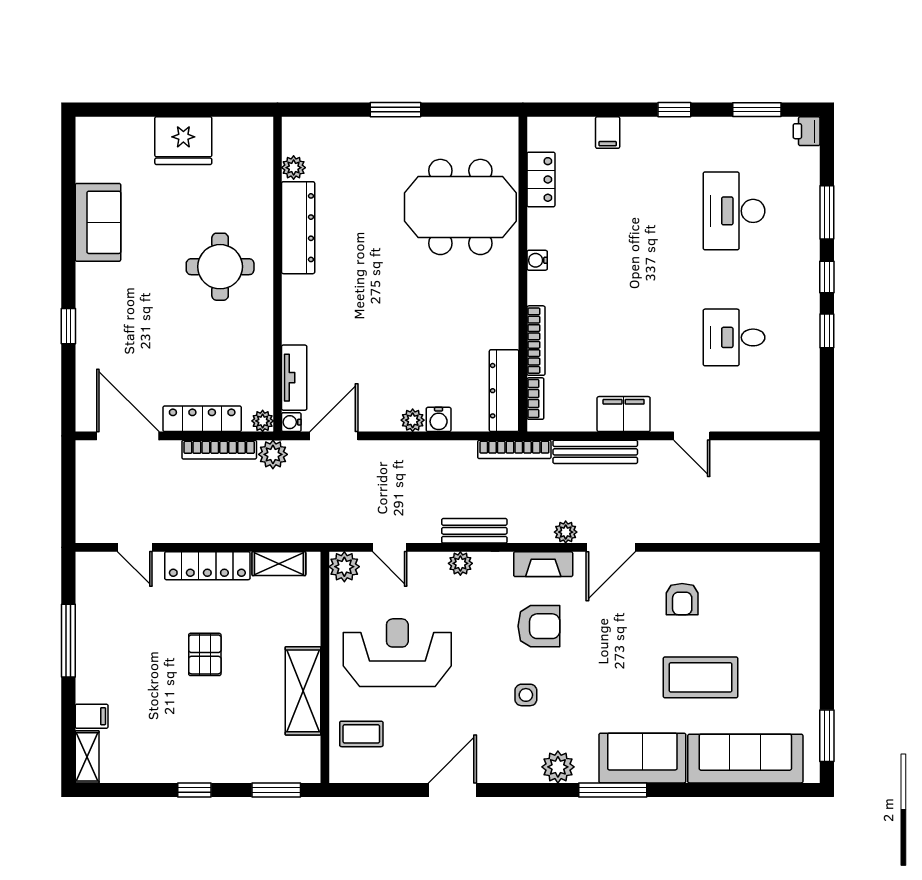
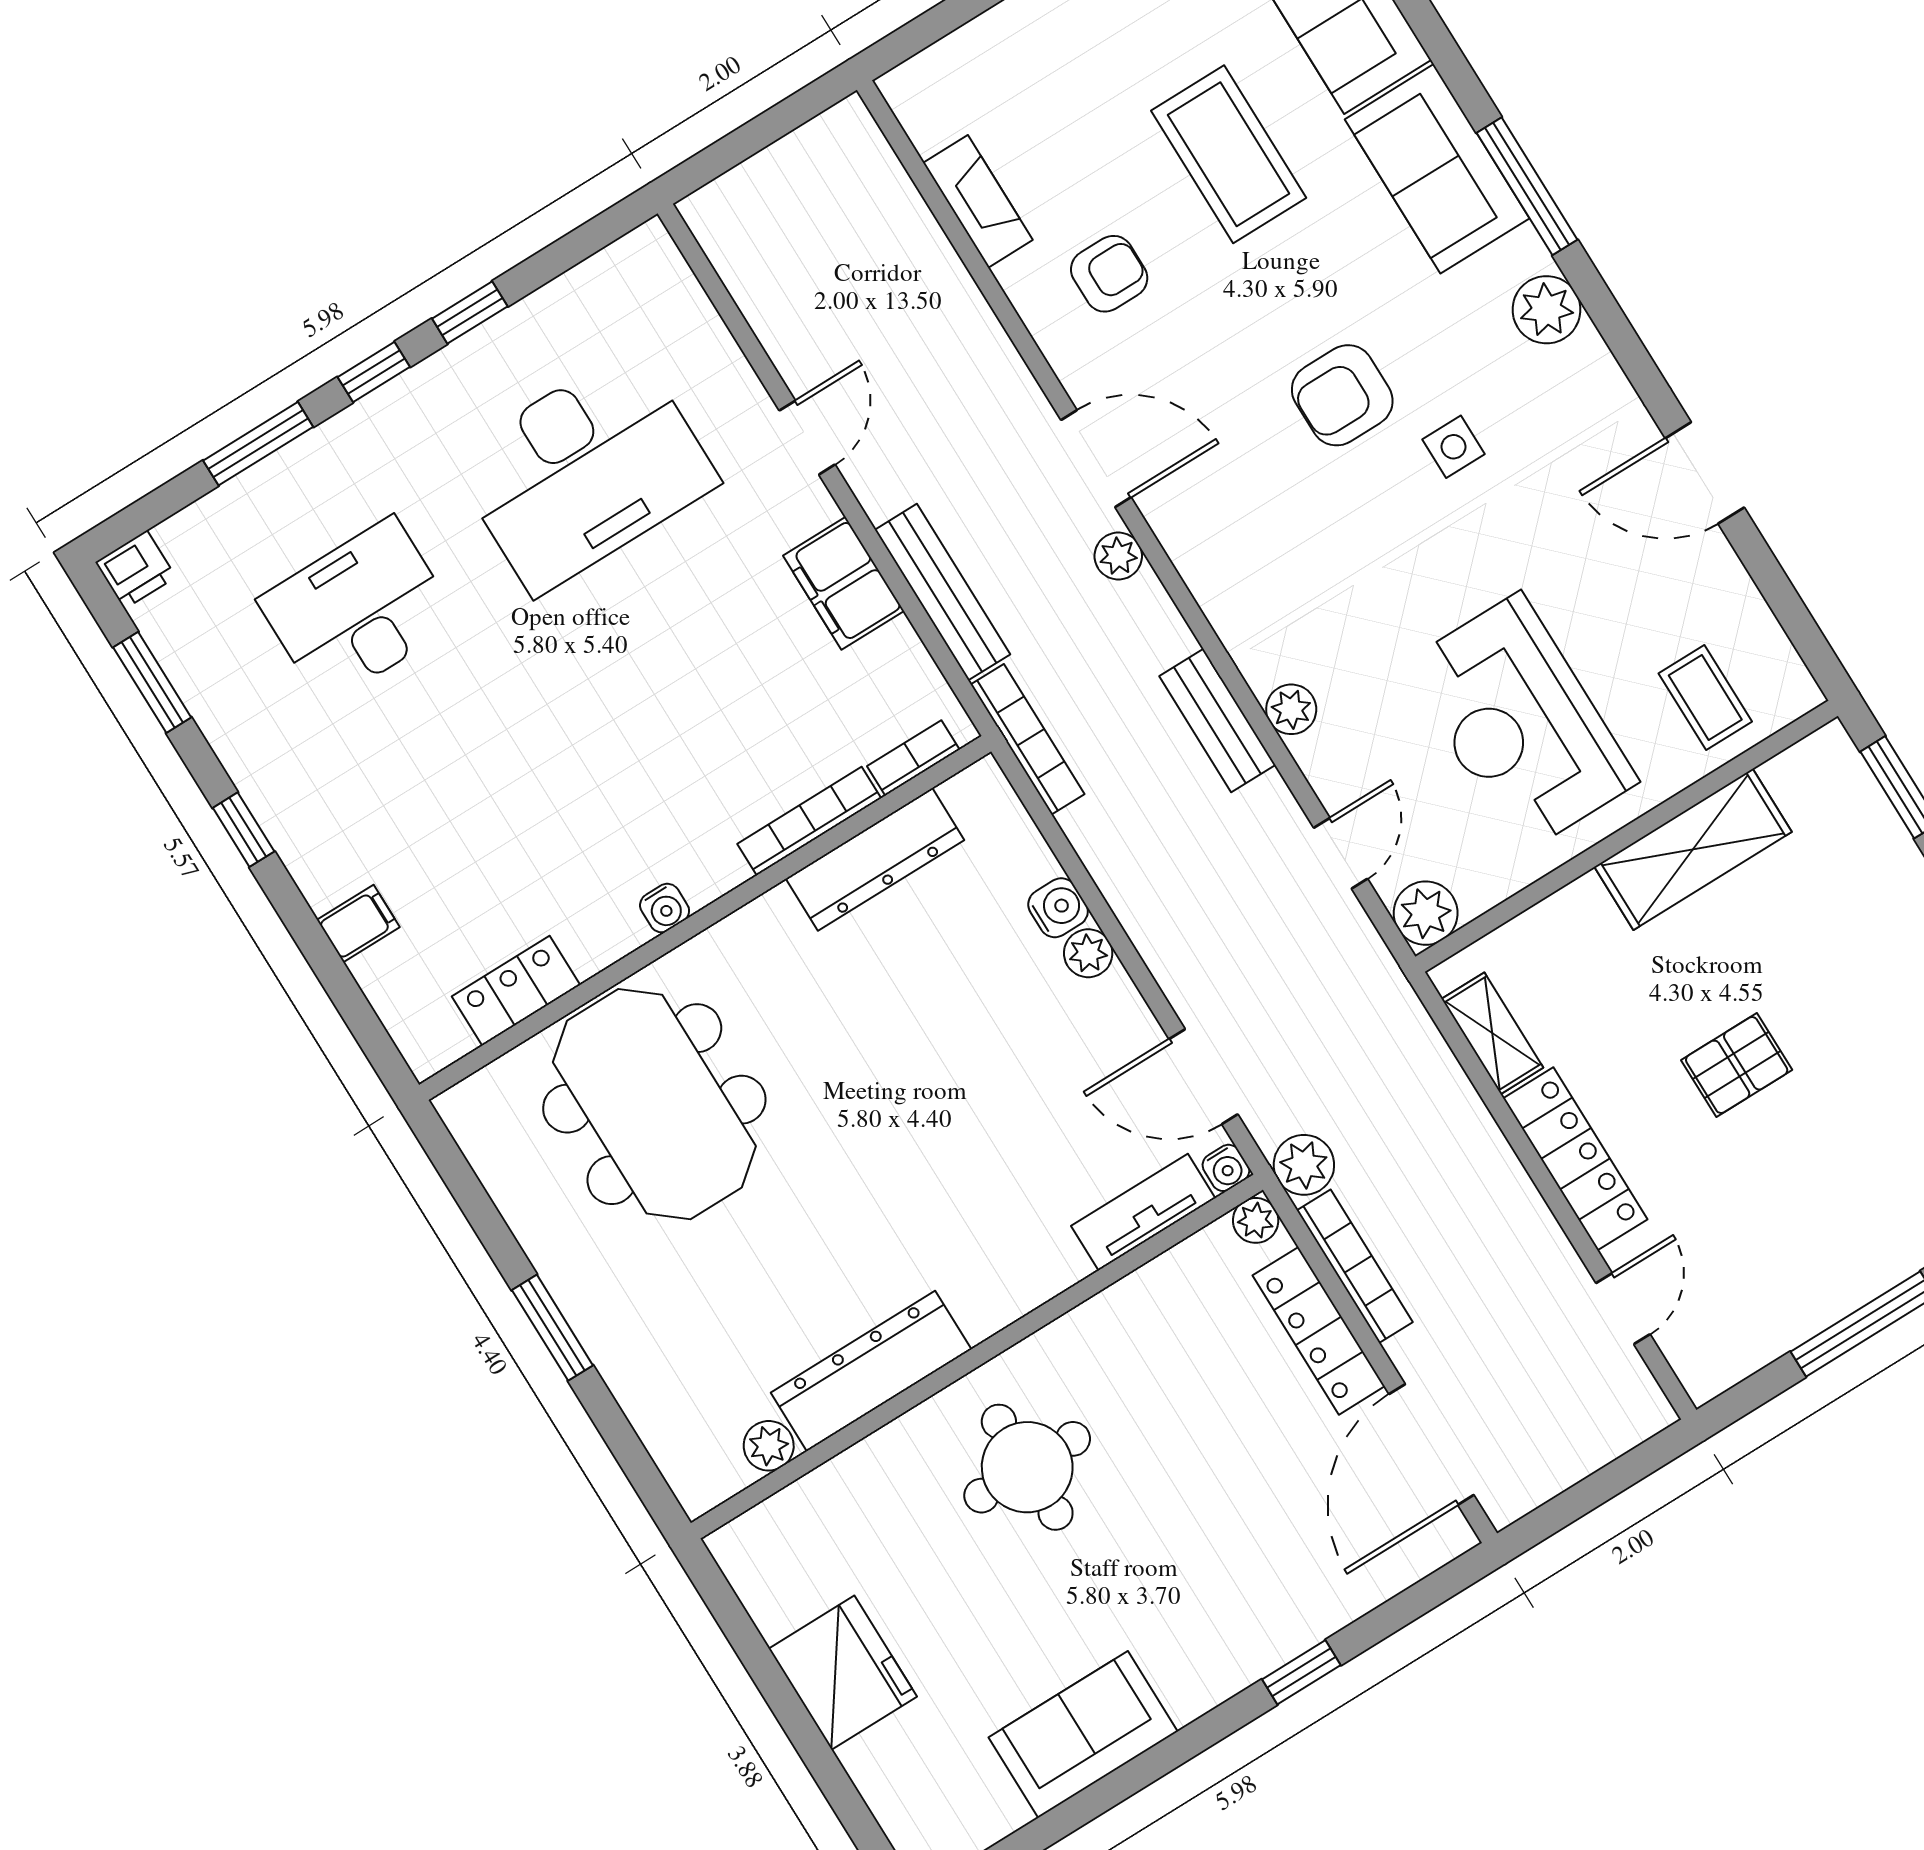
desk: (734, 211) -> (358, 611), turned 180
desk: (734, 337) -> (584, 471), width x1.87, depth x1.30
dresser: (504, 391) -> (875, 859), moved
fireplace: (543, 564) -> (978, 201), moved
armchair: (539, 626) -> (1342, 395), moved, turned -90

